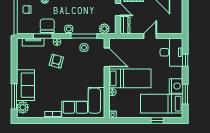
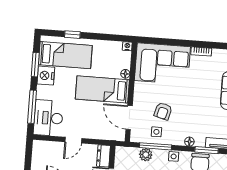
plant: (104, 29) -> (146, 155), moved
window: (185, 60) -> (32, 107), width x2.17
armchair: (56, 61) -> (163, 111), moved

